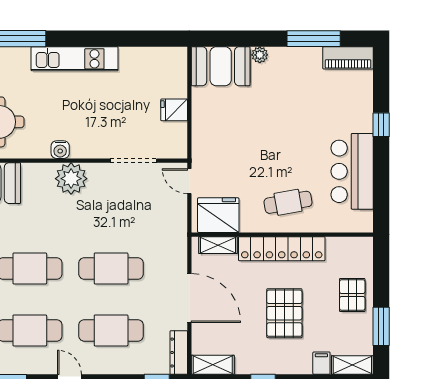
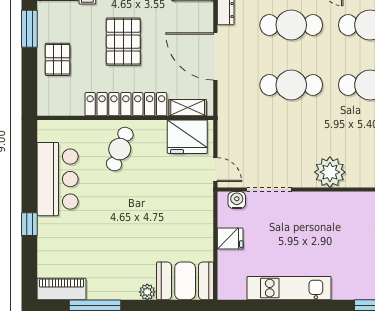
kitchen unit: (75, 59) -> (289, 288), moved
water cooler: (60, 150) -> (237, 200), moved
cafe table: (288, 202) -> (120, 149), turned -59

